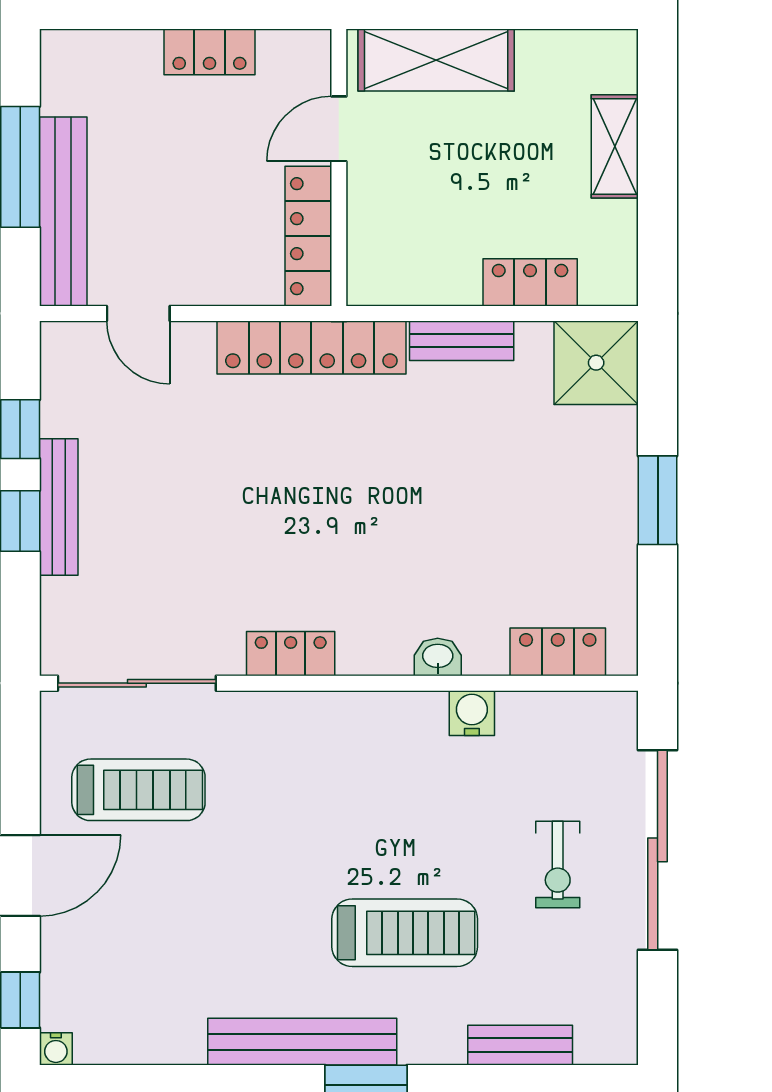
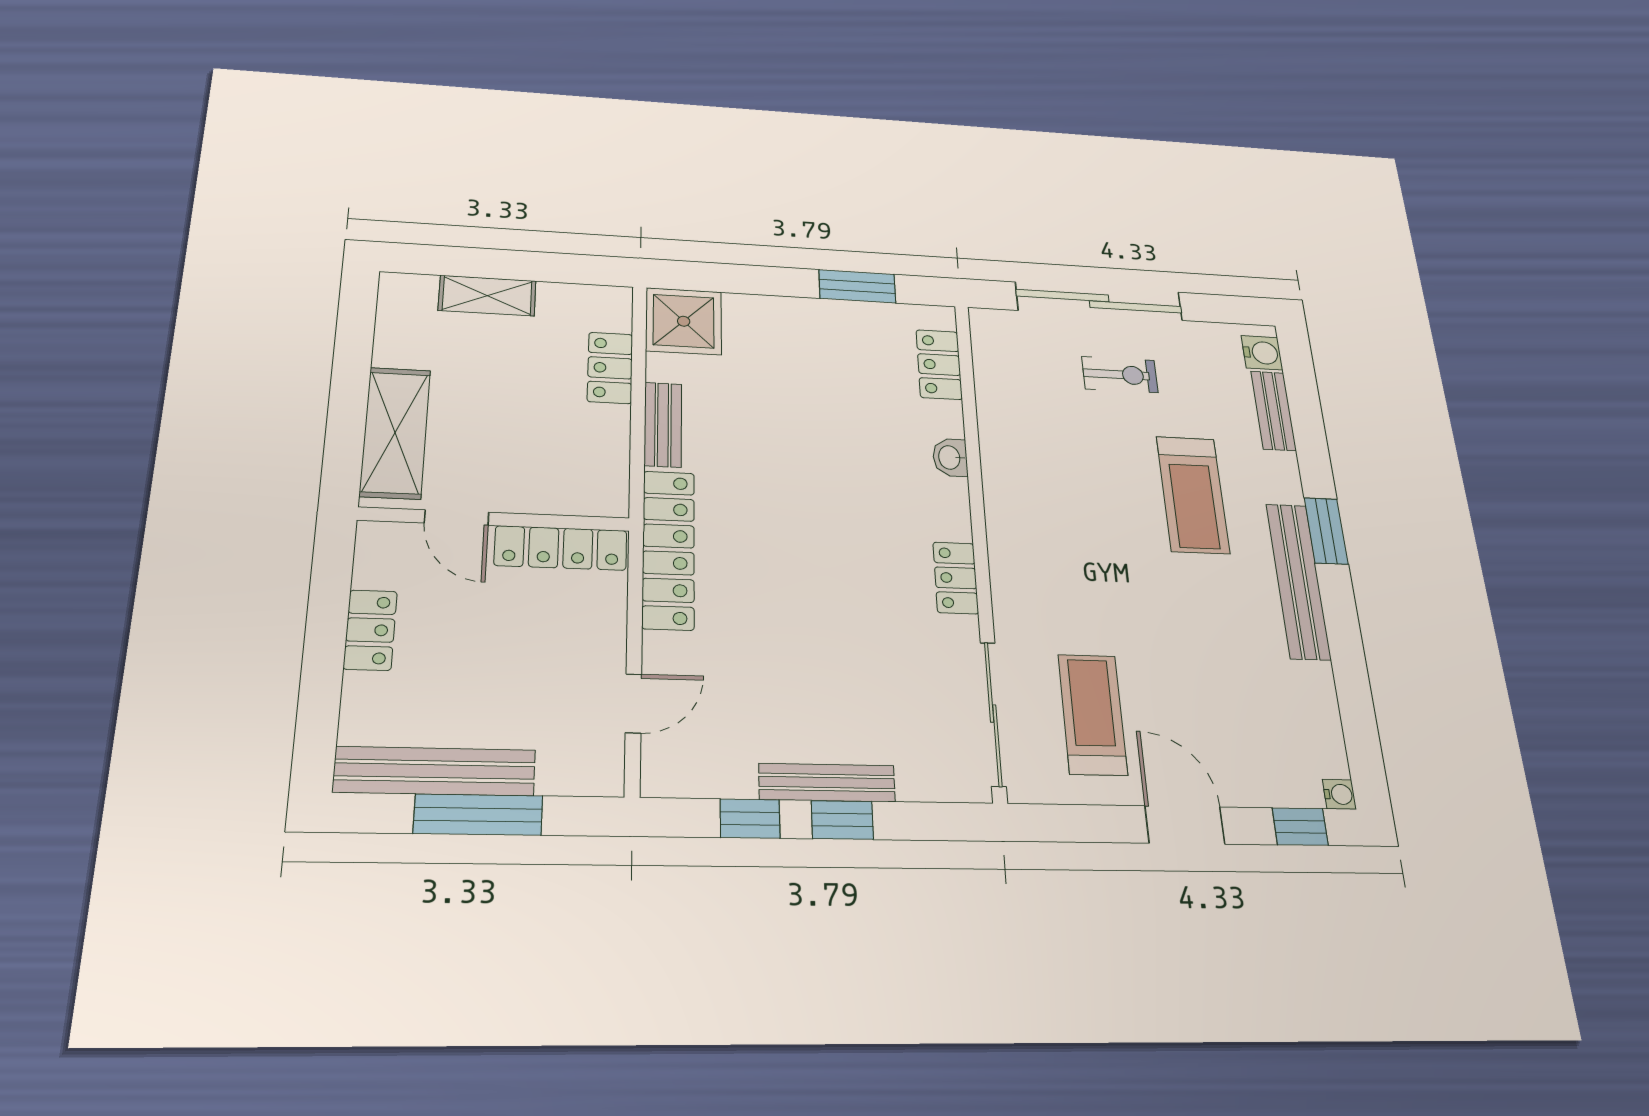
bench: (63, 211) -> (435, 771), moved
window: (658, 500) -> (857, 286), moved
water cooler: (472, 713) -> (1262, 353), moved, turned 180
treadmill: (405, 933) -> (1193, 495), turned 180

